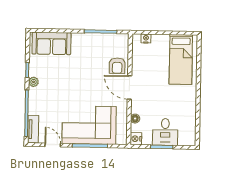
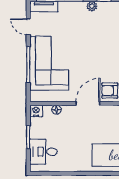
desk: (165, 132) -> (43, 152), moved
door: (53, 145) -> (28, 27), swing flipped

